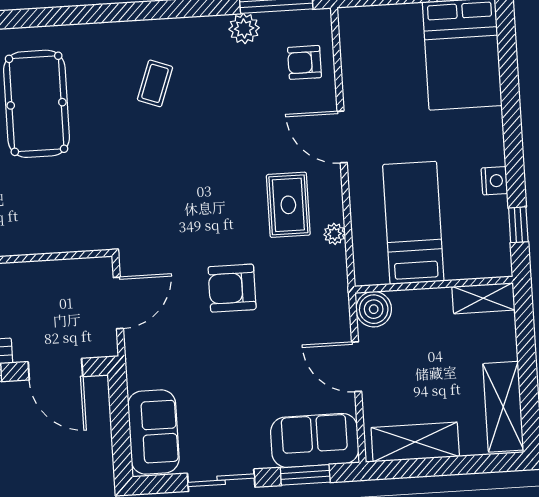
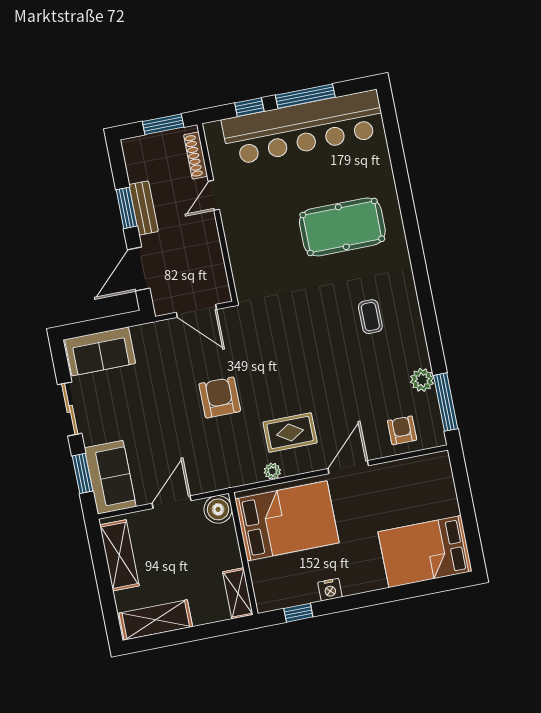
coffee table: (155, 83) -> (370, 317), turned 70
bed: (413, 223) -> (287, 521), width x1.50

